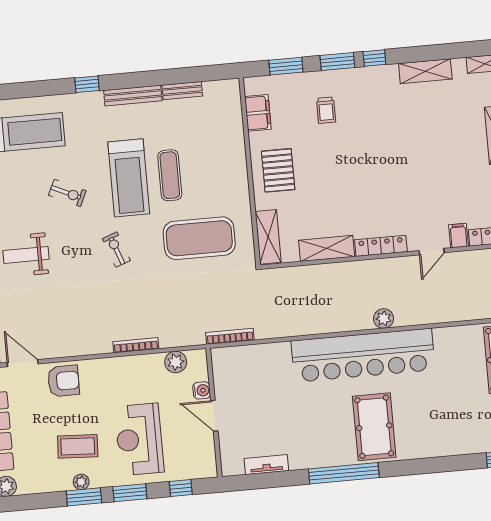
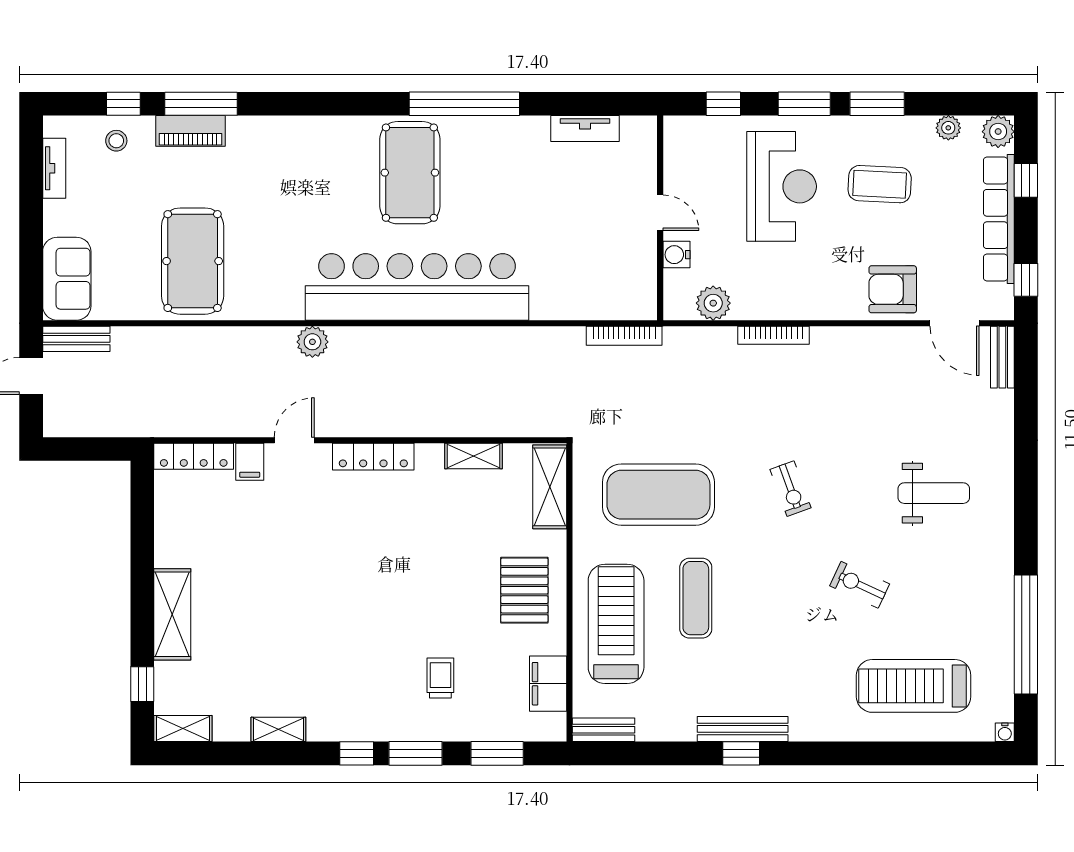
shelving: (425, 71) -> (278, 729), width x0.67, depth x0.75
window: (87, 84) -> (741, 753), moved
bench: (182, 91) -> (603, 730), moved
treadmill: (129, 178) -> (616, 624), moved
shelving: (327, 248) -> (474, 456), width x0.67, depth x0.75
plant: (384, 318) -> (312, 342), moved
door: (214, 416) -> (660, 213), width x0.73
plant: (81, 482) -> (948, 128), moved

